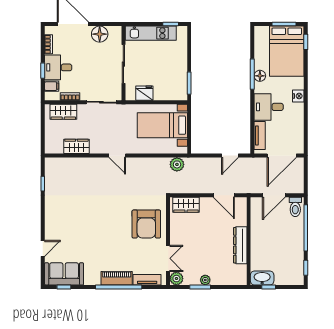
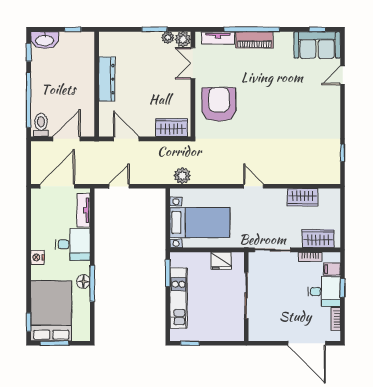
kitchen unit: (151, 33) -> (179, 298), moved, turned 90
floor lamp: (100, 34) -> (275, 331), removed
washbasin: (262, 278) -> (45, 40), moved
plant: (205, 280) -> (168, 38), moved

